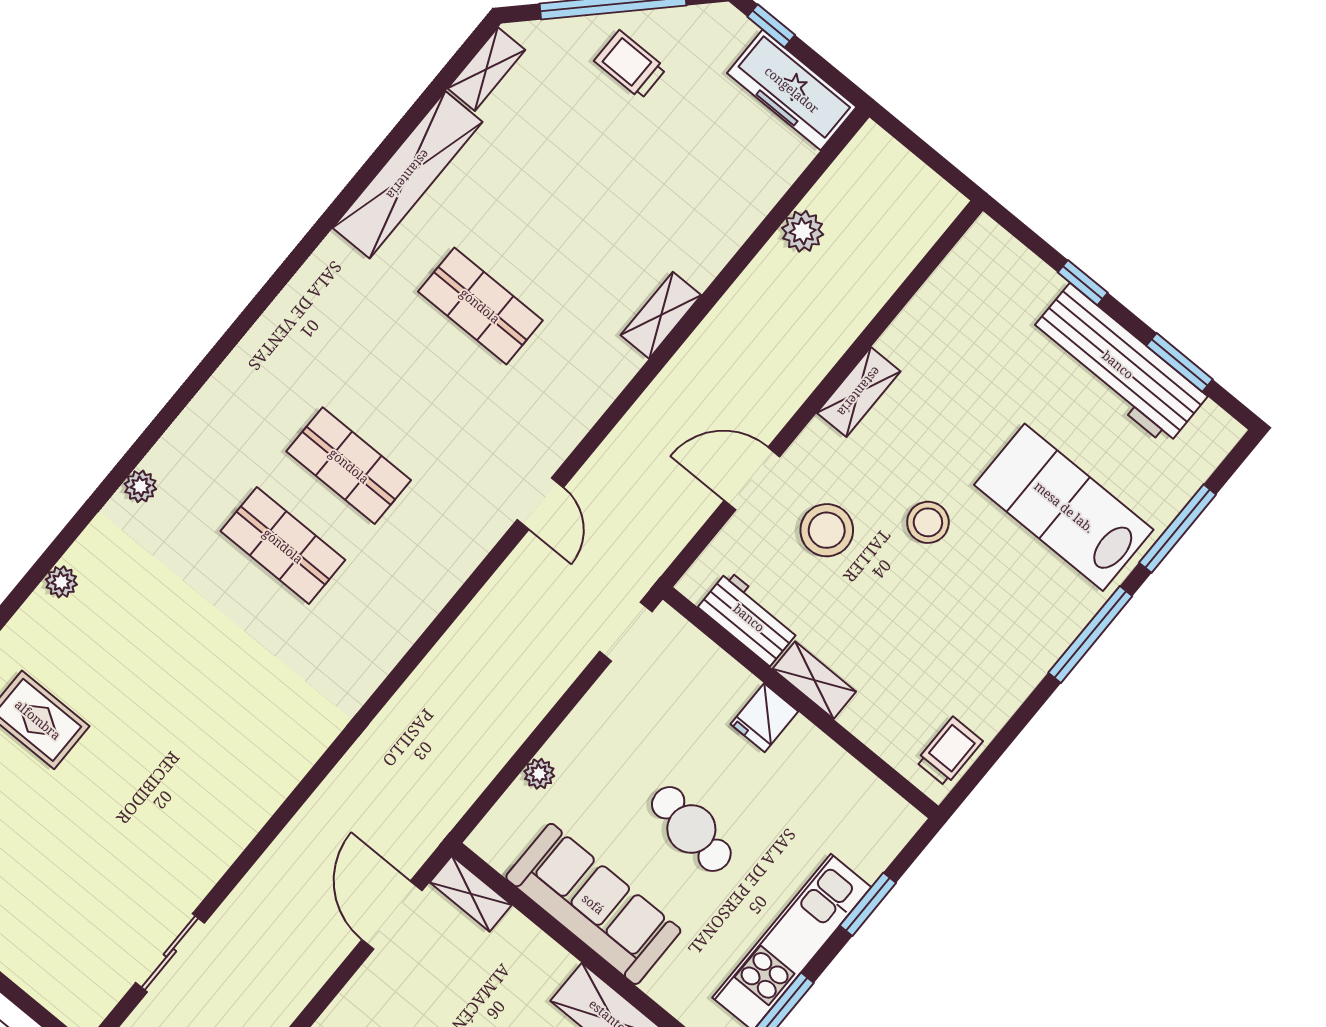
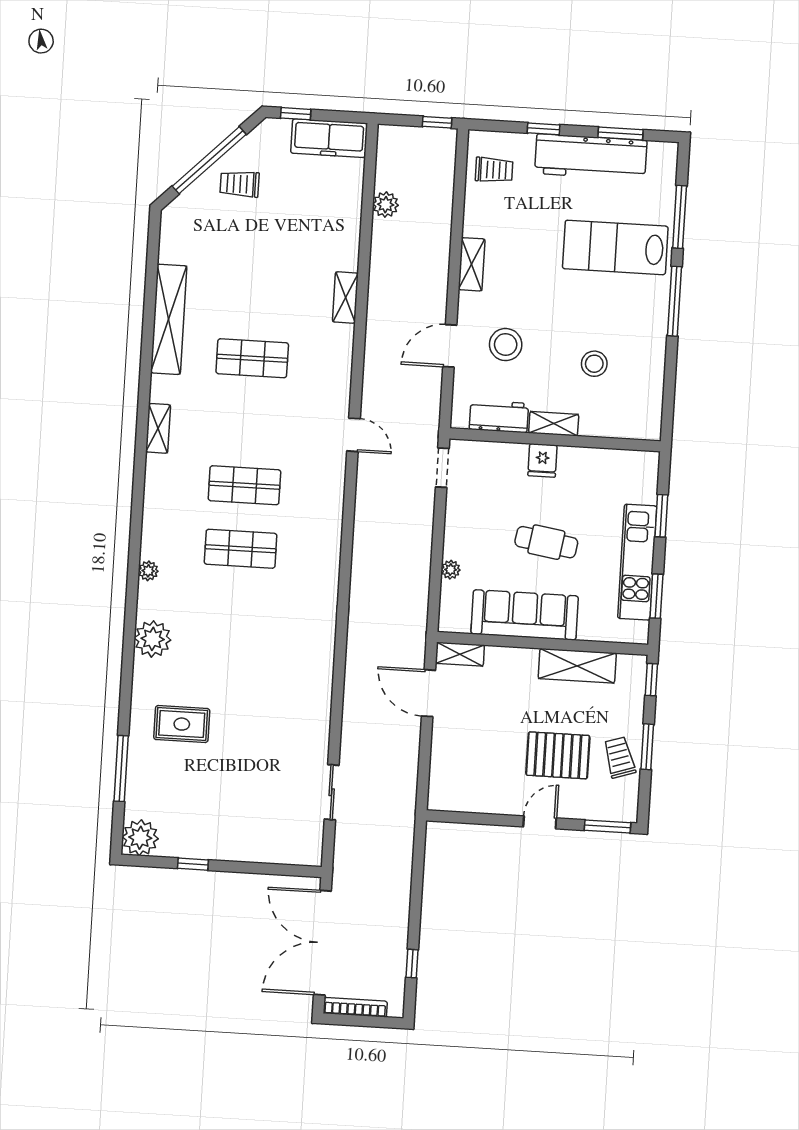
shelving: (486, 69) -> (158, 428), moved
window: (949, 172) -> (437, 122), added
stool: (928, 522) -> (594, 364), moved
plant: (61, 582) -> (153, 639), width x1.88, depth x1.88
trolley: (949, 751) -> (494, 170), moved, turned 90

